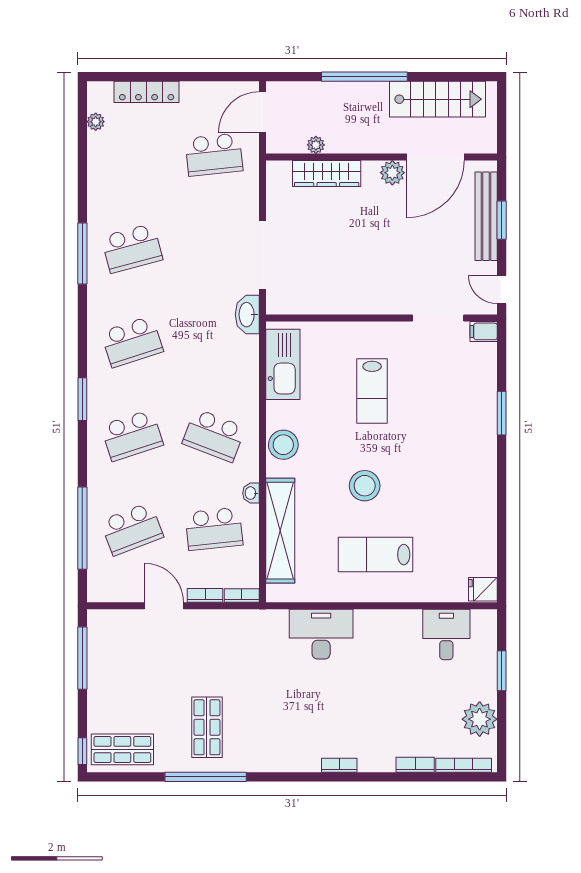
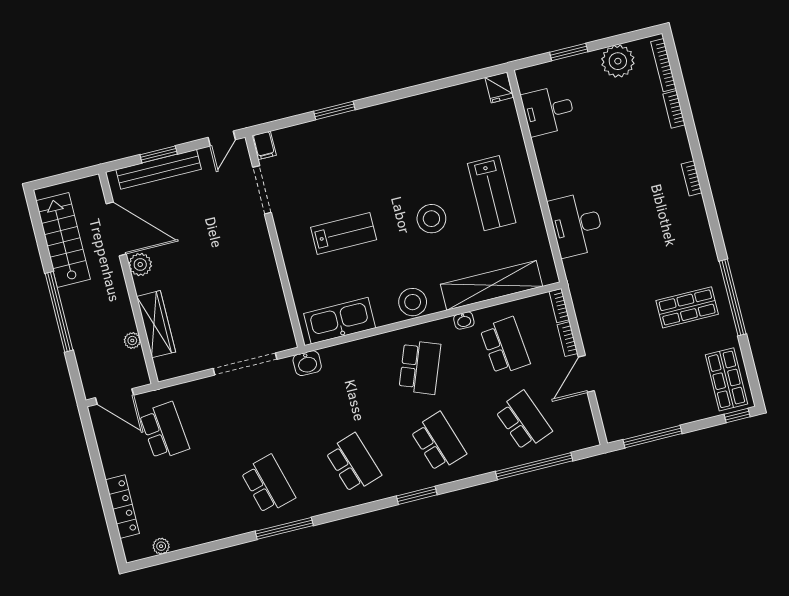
washbasin: (247, 315) -> (307, 363), width x0.72

